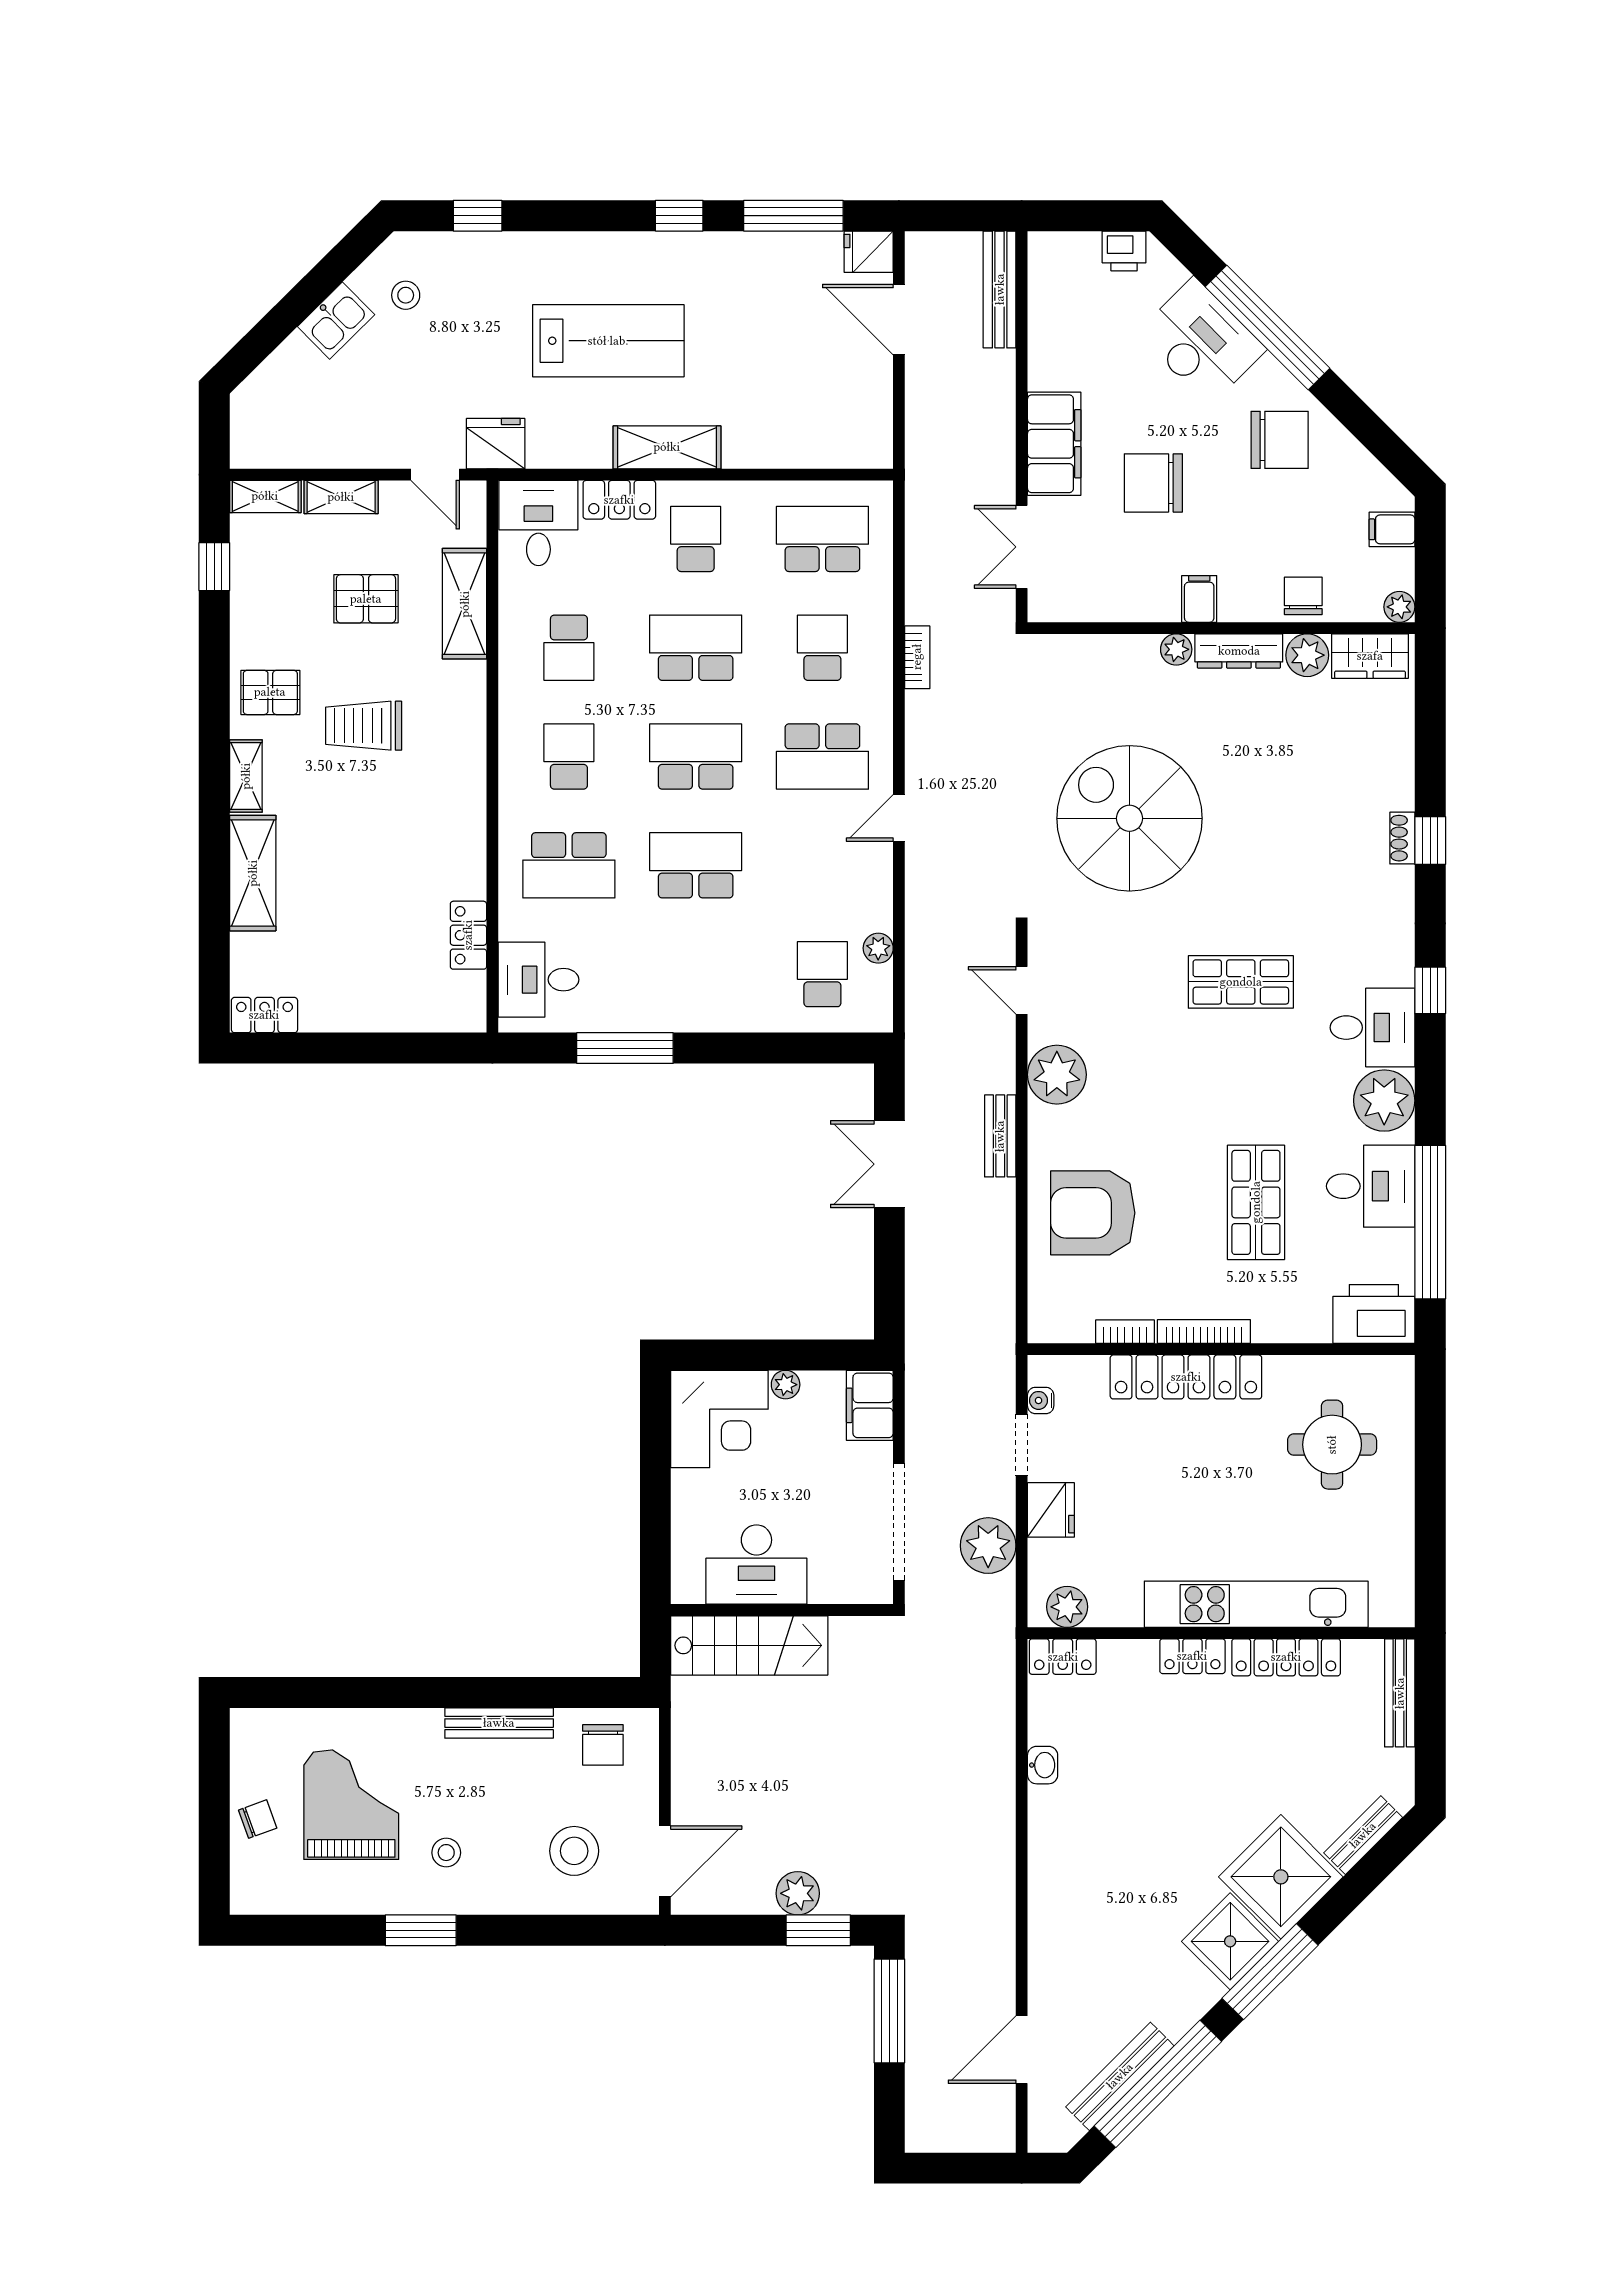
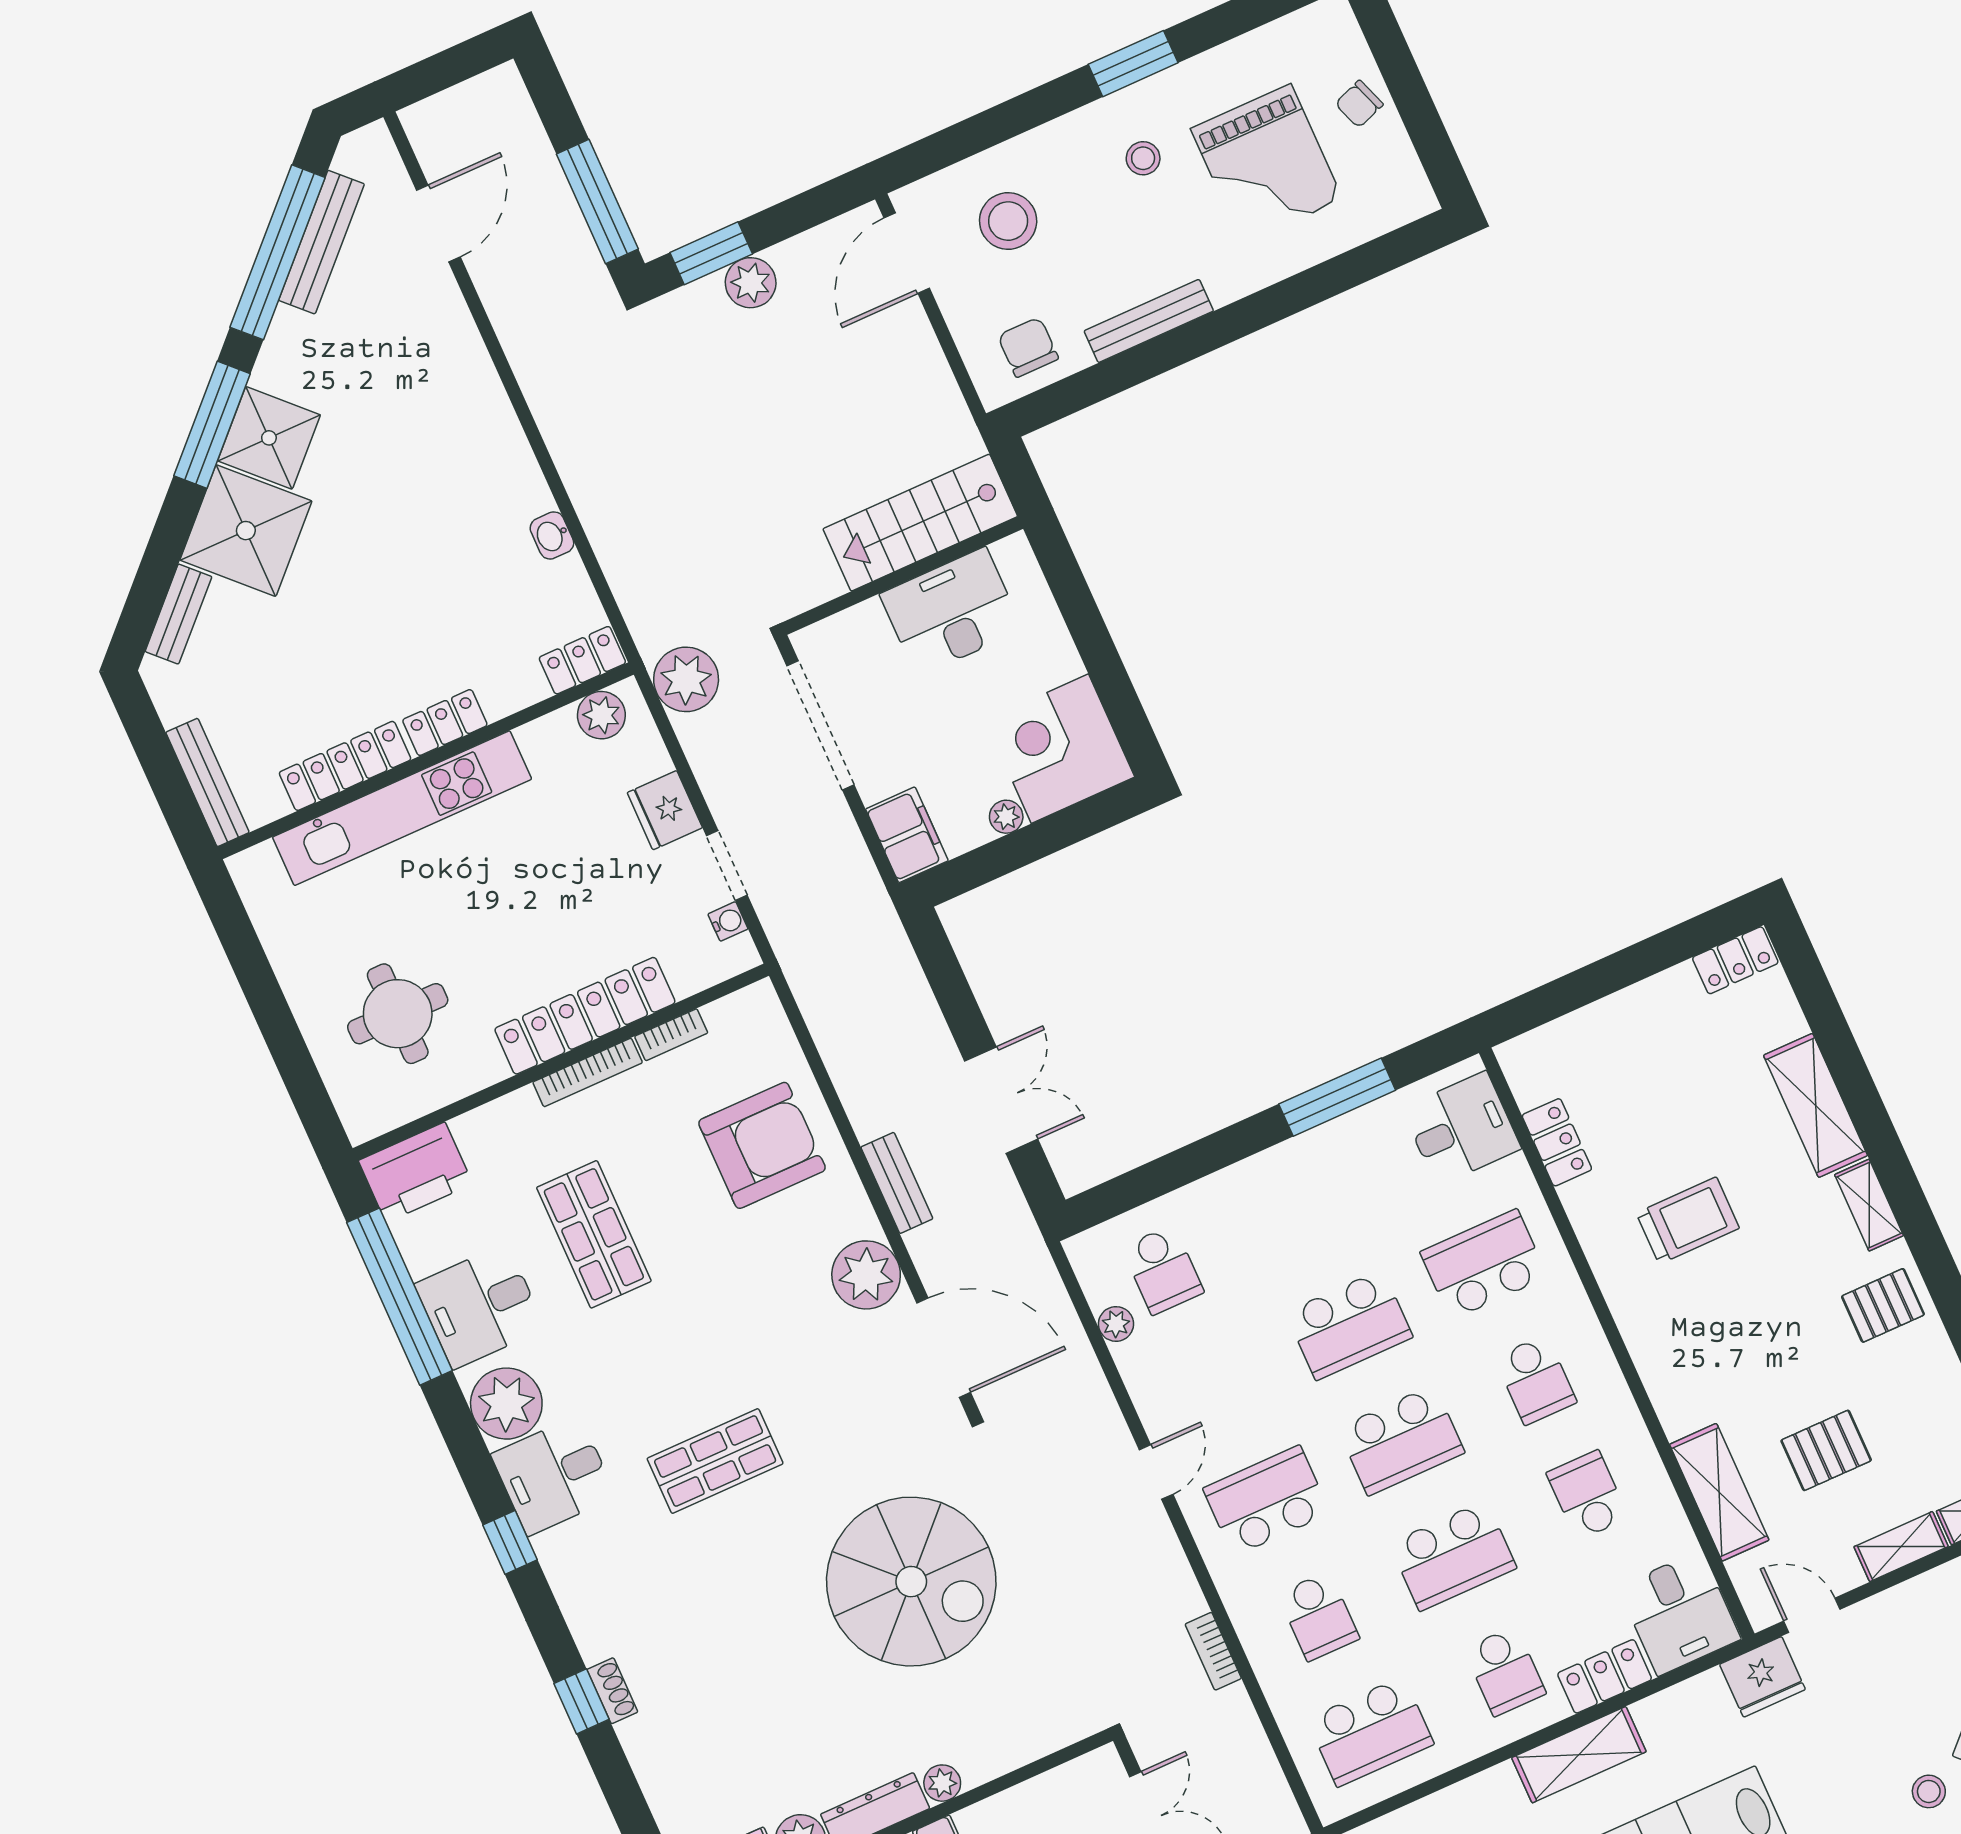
trolley: (364, 726) -> (1688, 1221), moved
door: (1022, 990) -> (944, 1348), width x1.87
plant: (988, 1546) -> (686, 679), moved

